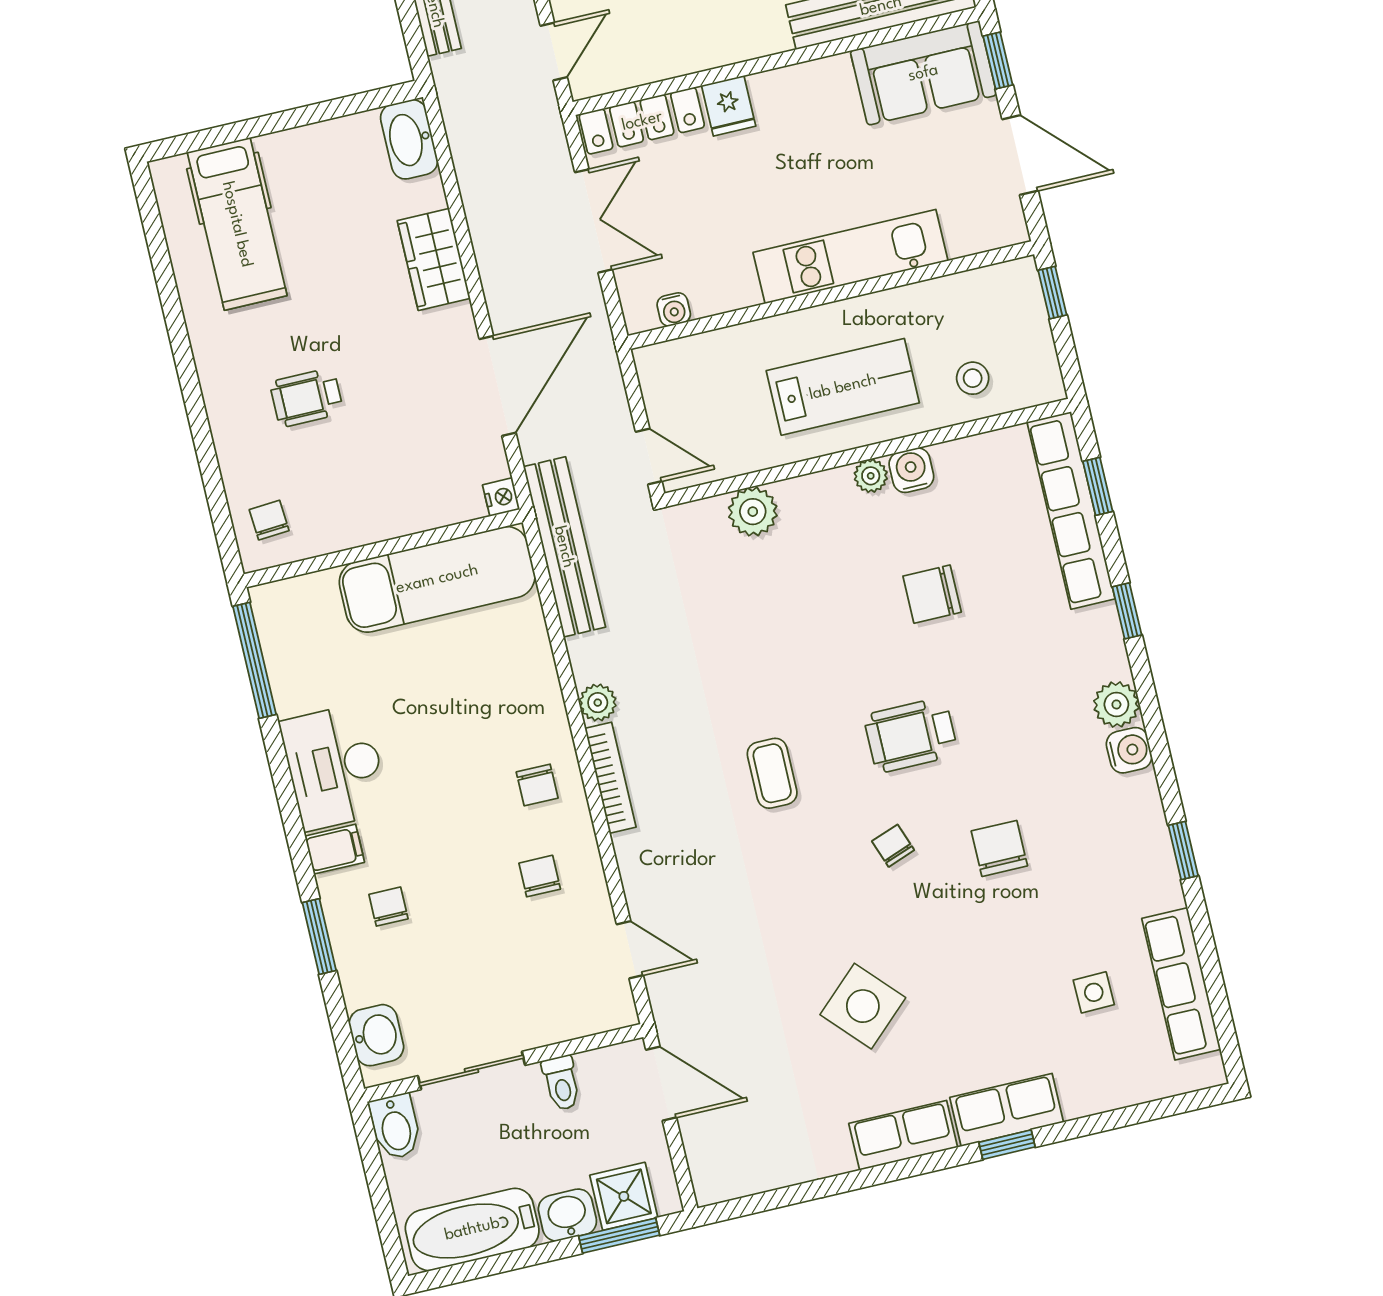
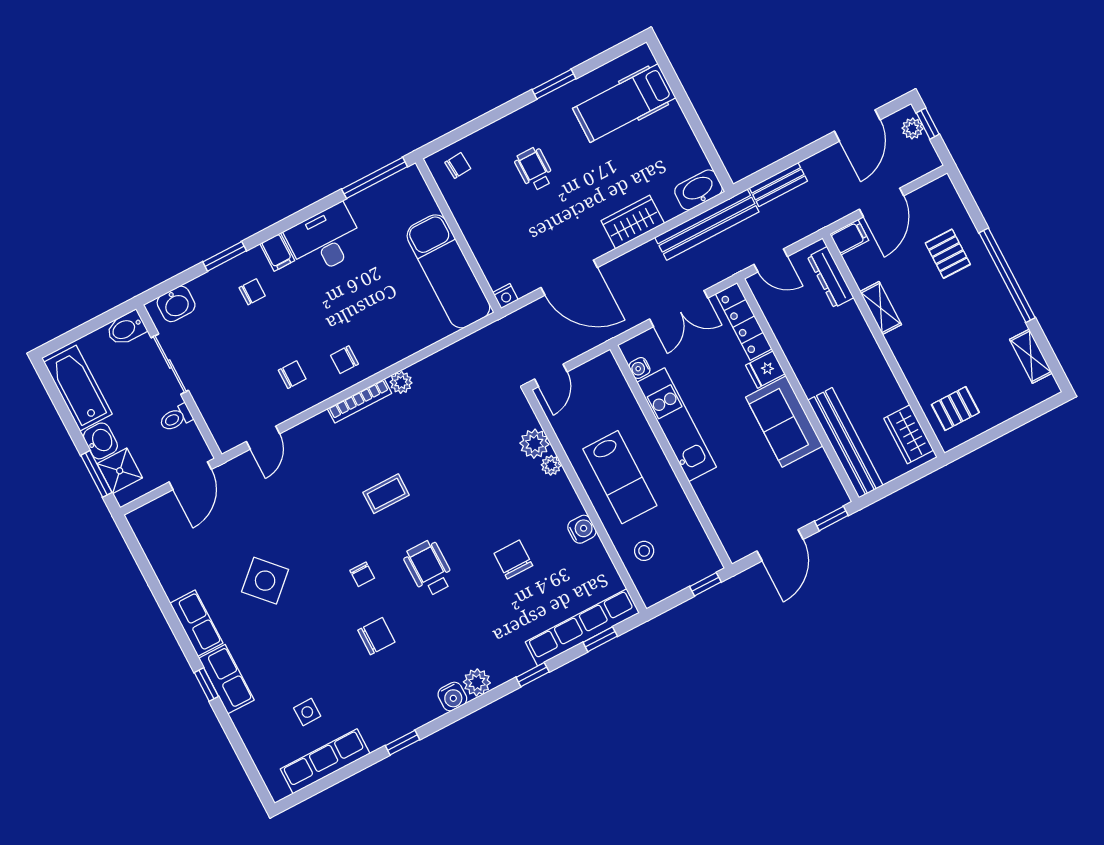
sofa: (923, 73) -> (784, 422), moved
kitchen unit: (851, 257) -> (677, 425), moved
window: (177, 330) -> (554, 84), added
plant: (871, 476) -> (551, 465), moved
bench: (564, 547) -> (707, 225), moved
chair: (893, 846) -> (362, 574), turned 110

